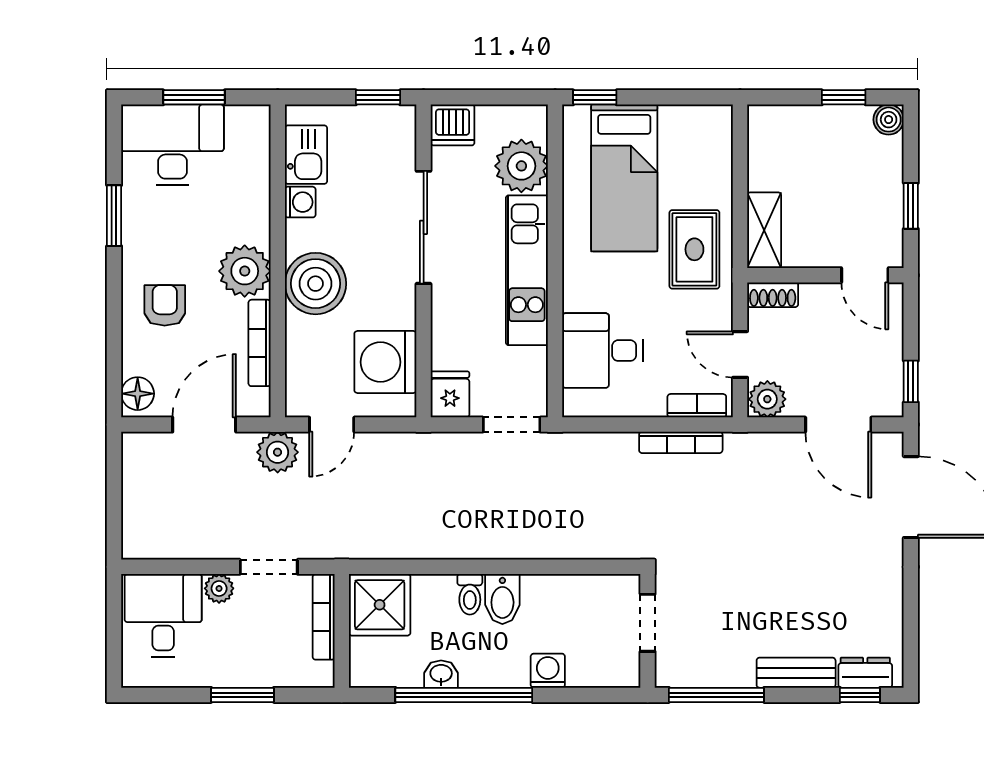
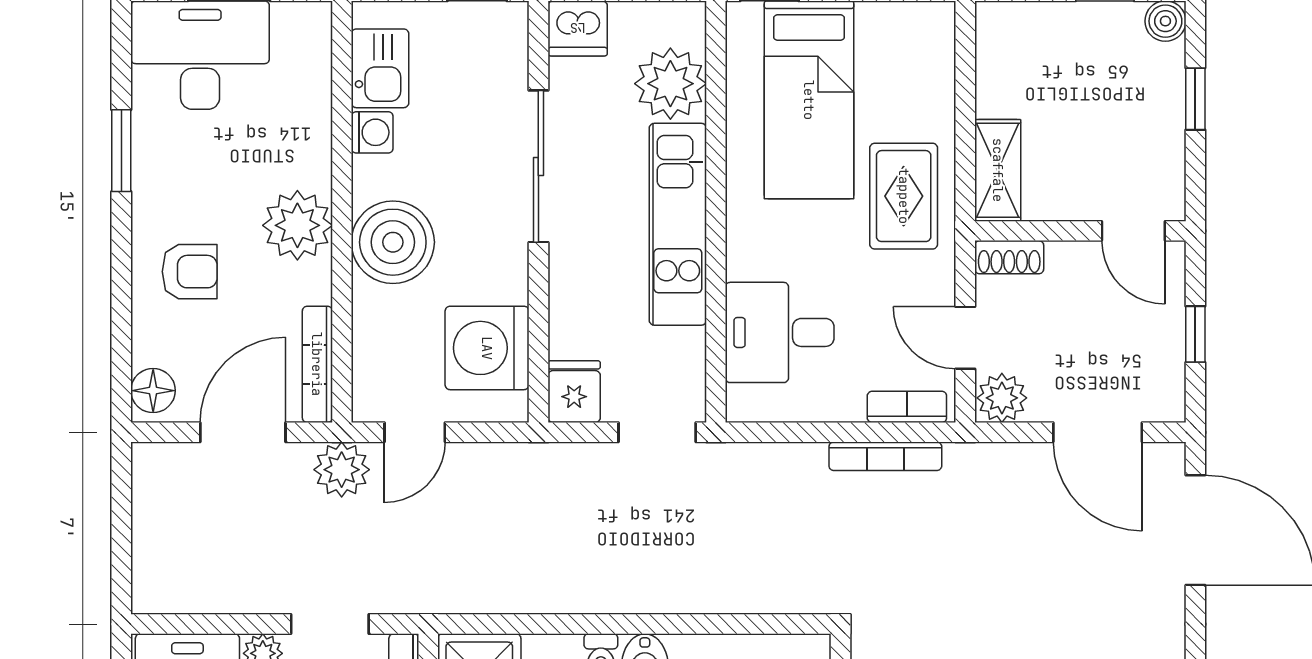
window: (911, 206) -> (1195, 99), moved
armchair: (165, 305) -> (190, 272), turned 90
bookcase: (260, 343) -> (317, 364), moved
window: (911, 381) -> (1195, 334), moved

